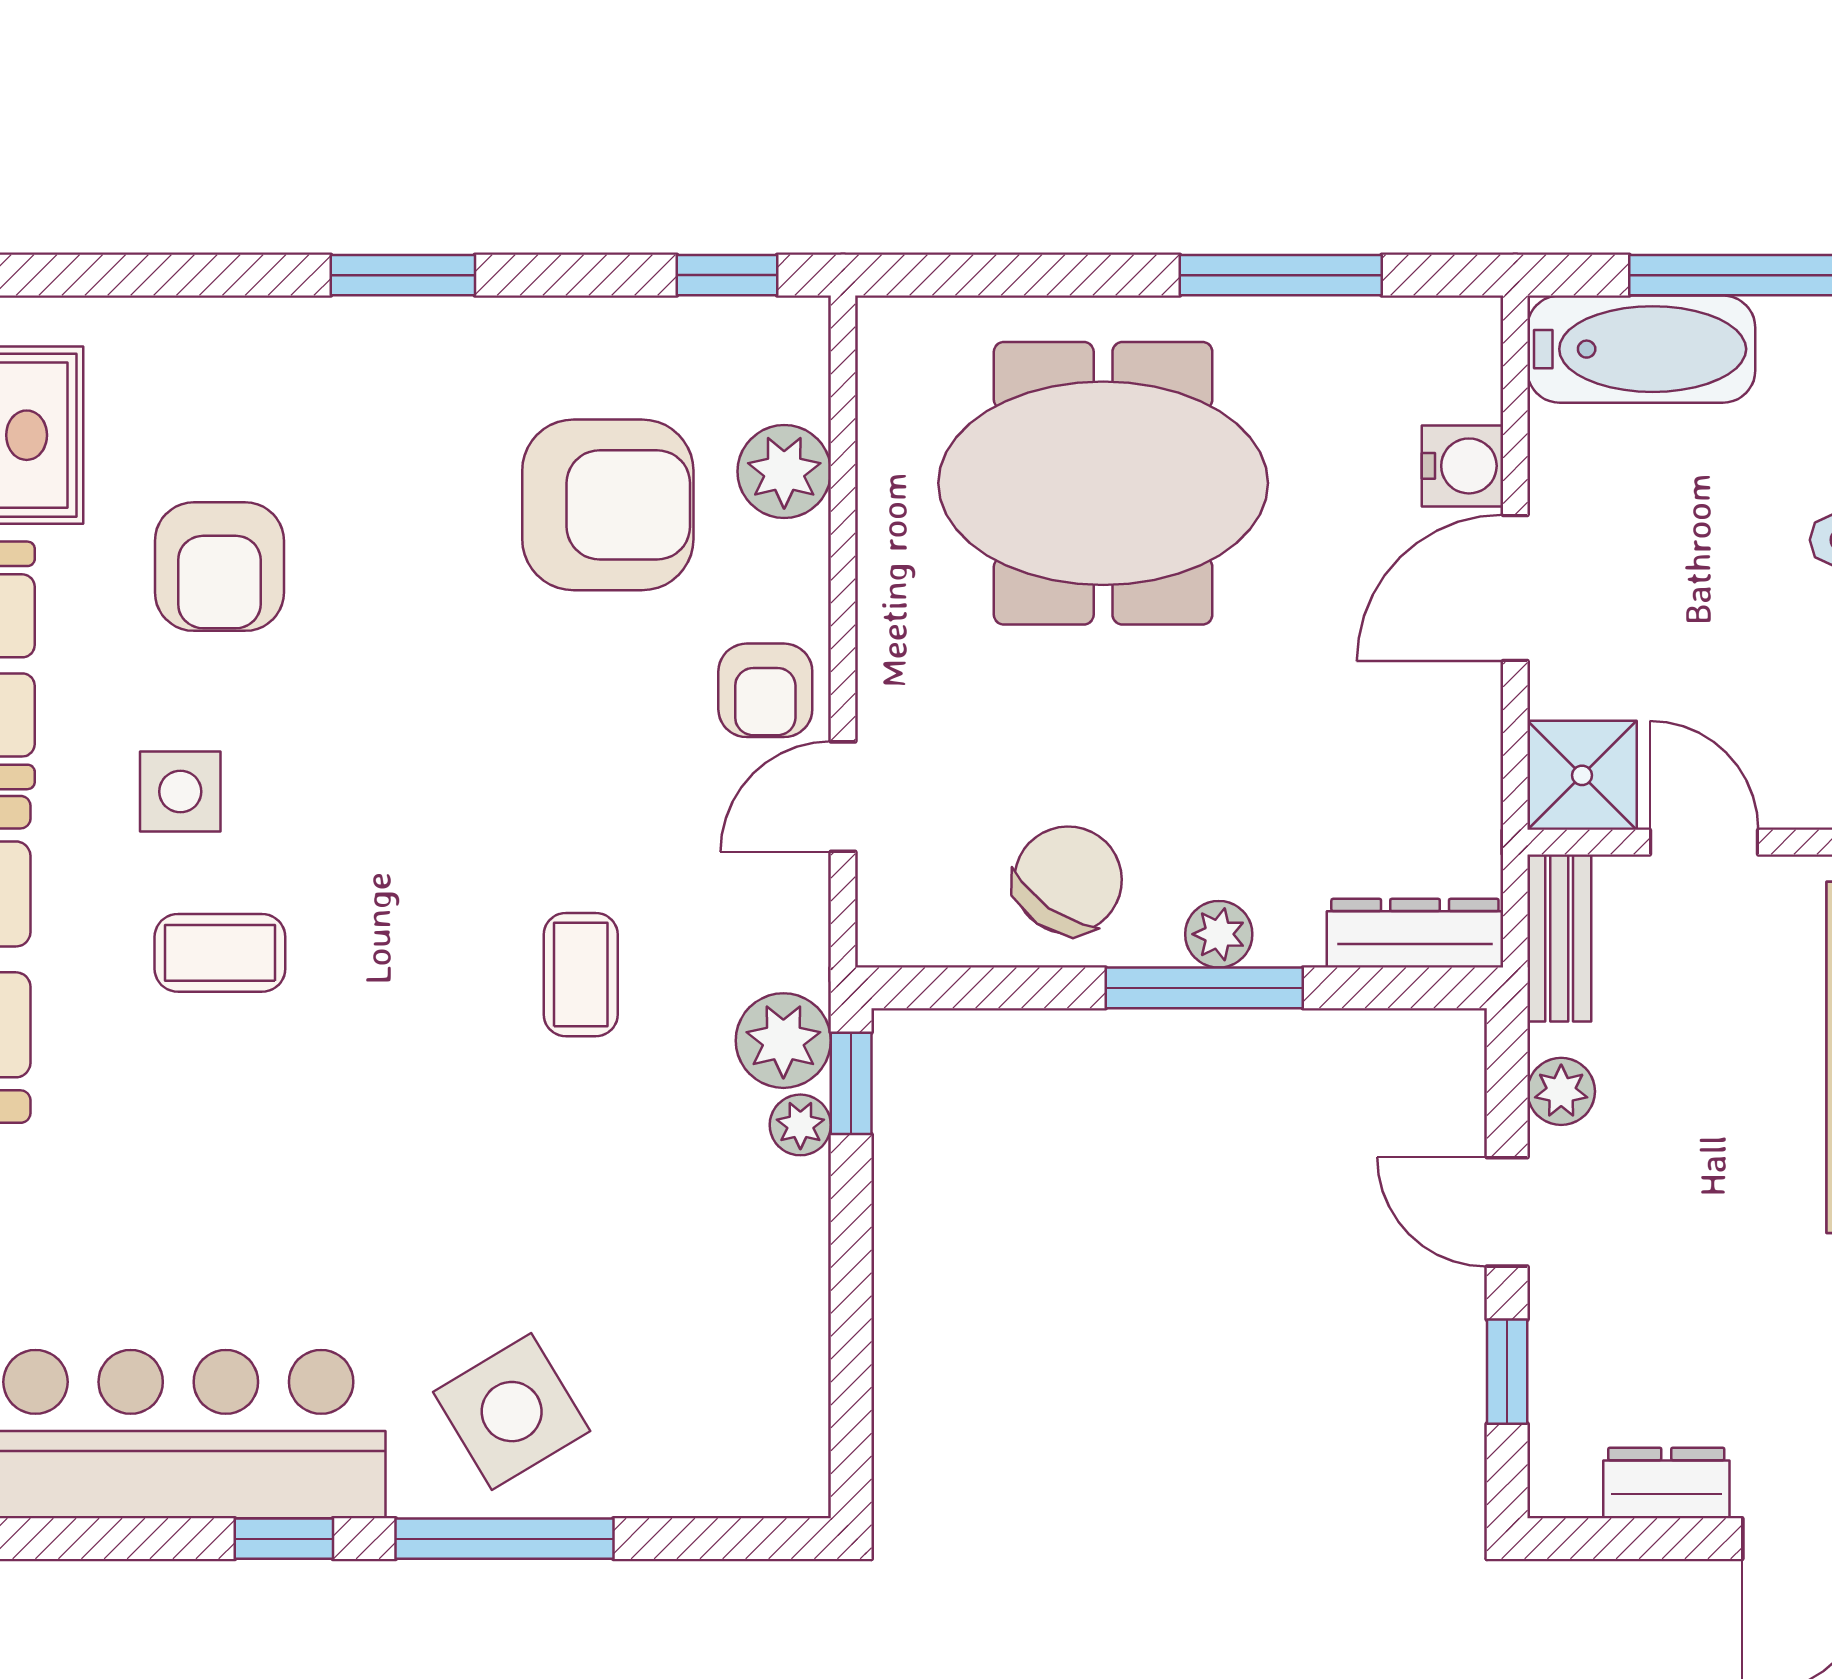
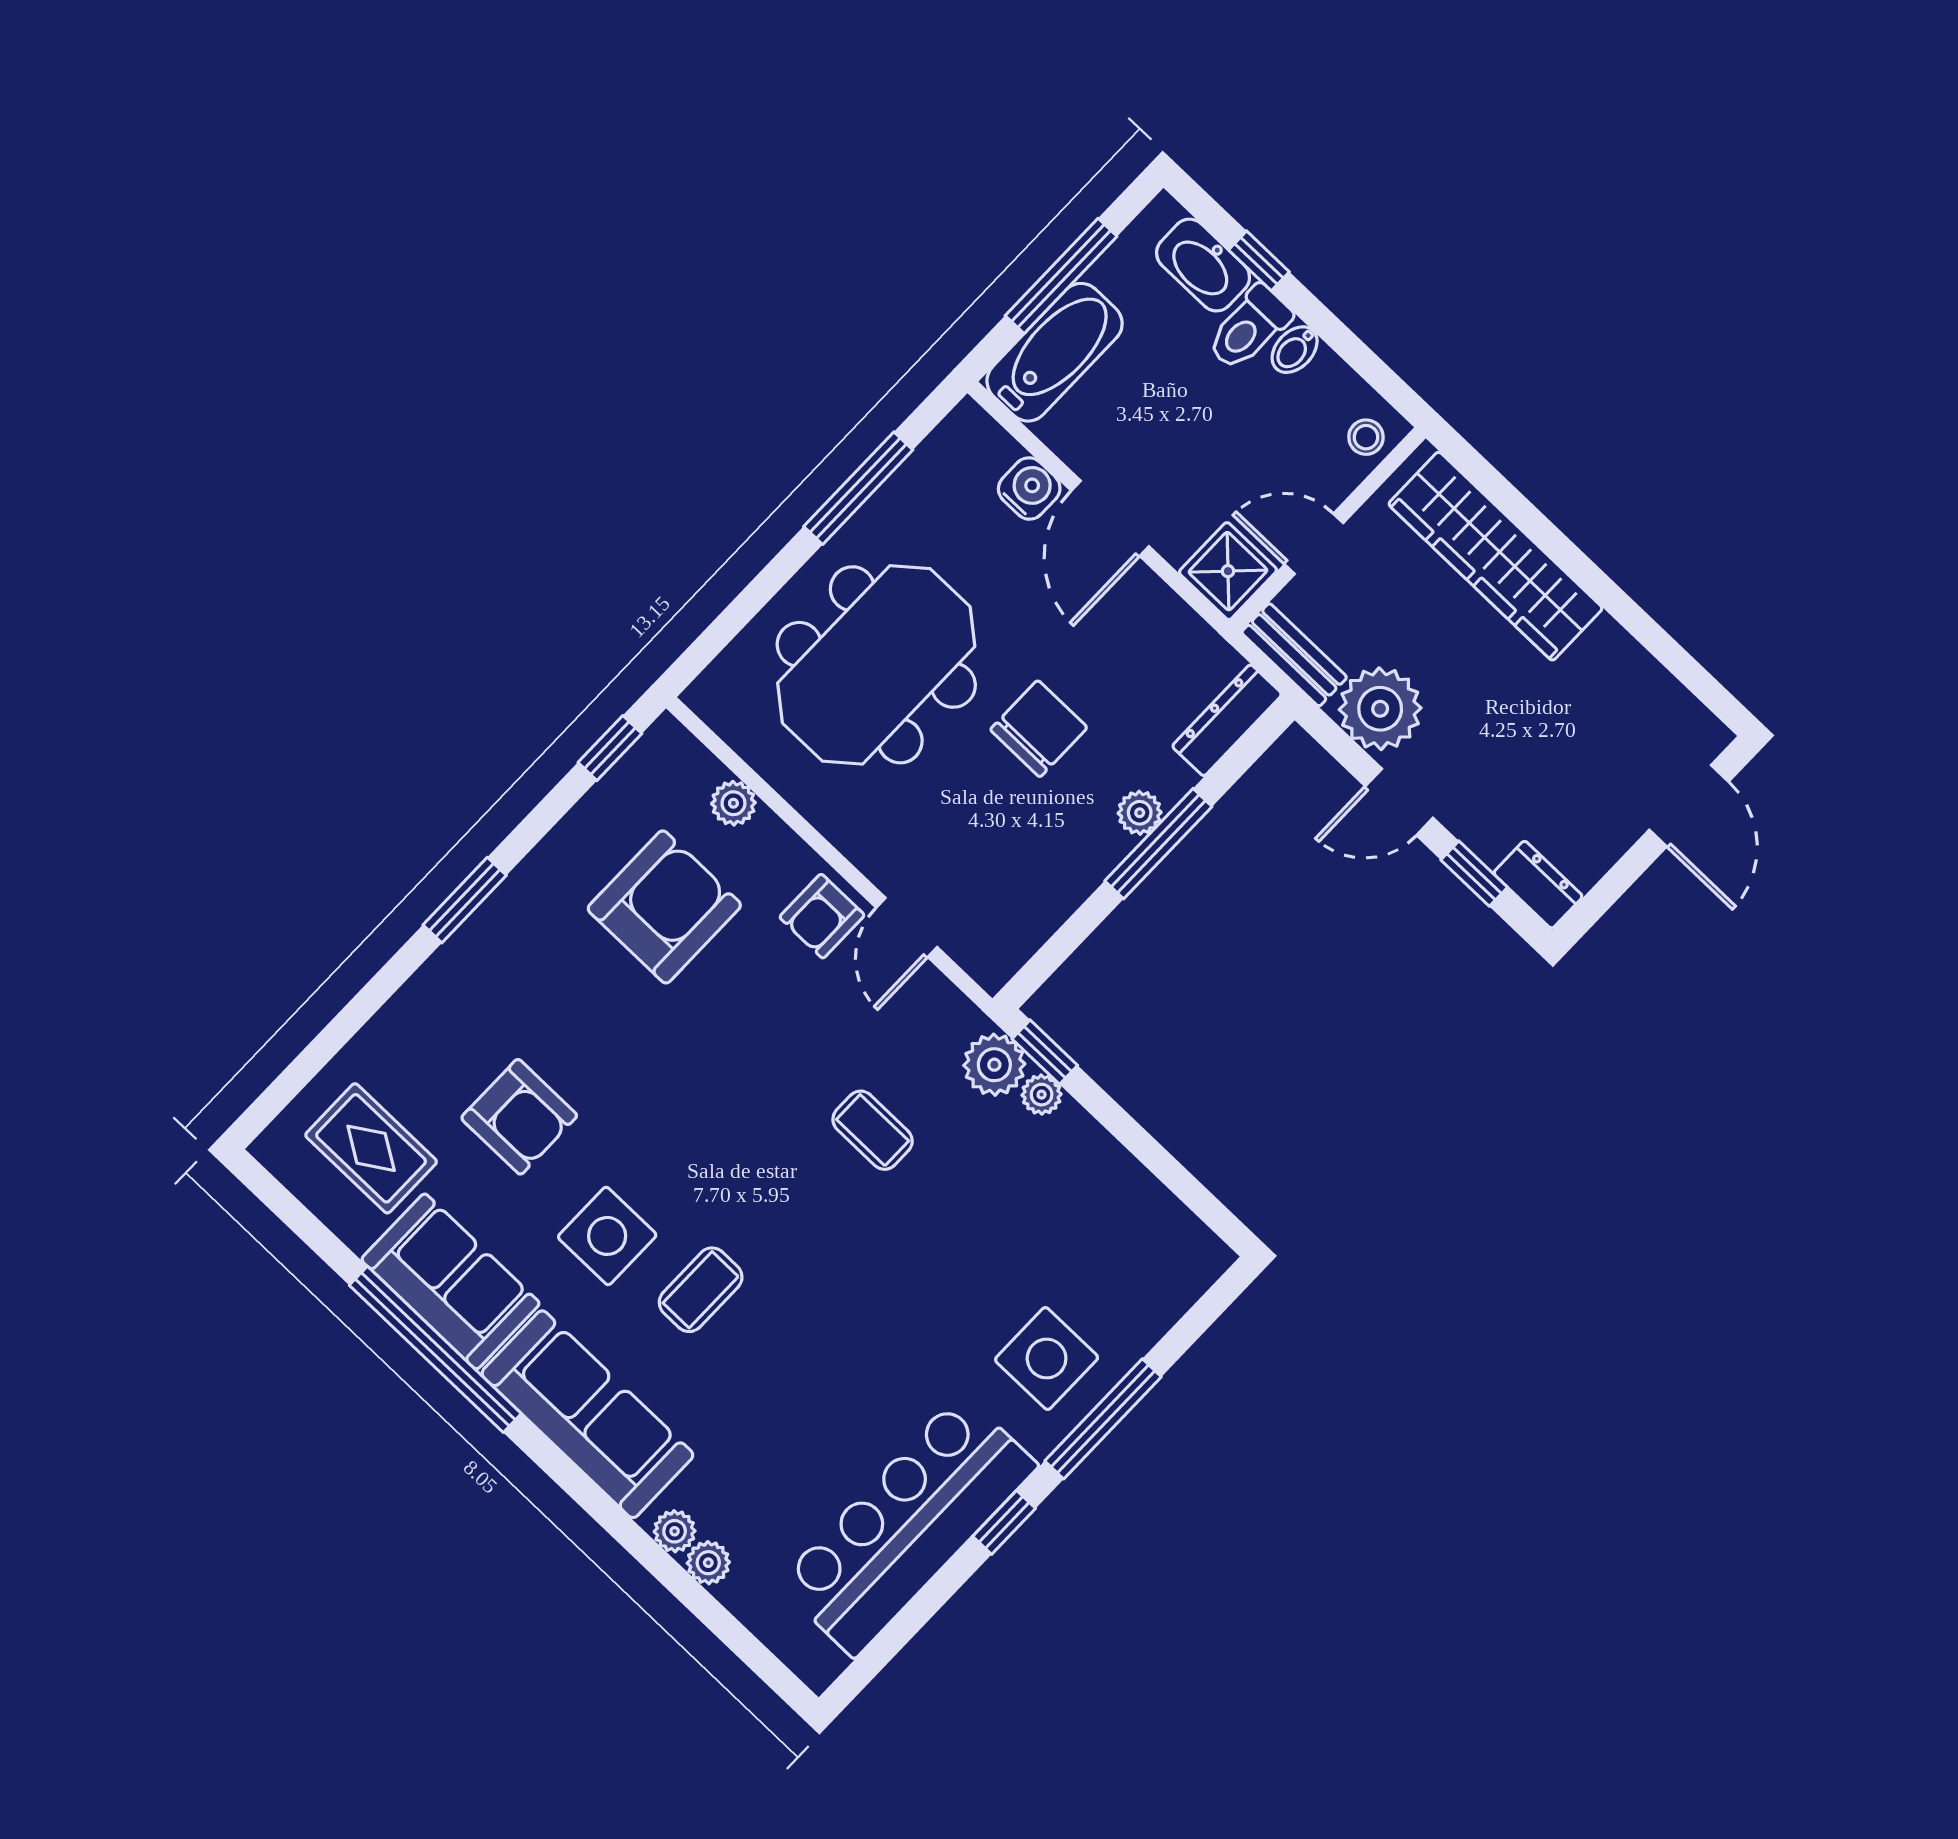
plant: (784, 471) -> (733, 803), width x0.73, depth x0.73
armchair: (765, 690) -> (822, 916), turned 90
side table: (180, 792) -> (607, 1236), width x1.37, depth x1.37
chair: (1068, 880) -> (1039, 729), moved, turned 55
plant: (1561, 1091) -> (1380, 709), width x1.87, depth x1.87
side table: (512, 1412) -> (1047, 1359), turned 31
dresser: (1666, 1483) -> (1538, 885), moved, turned 90

